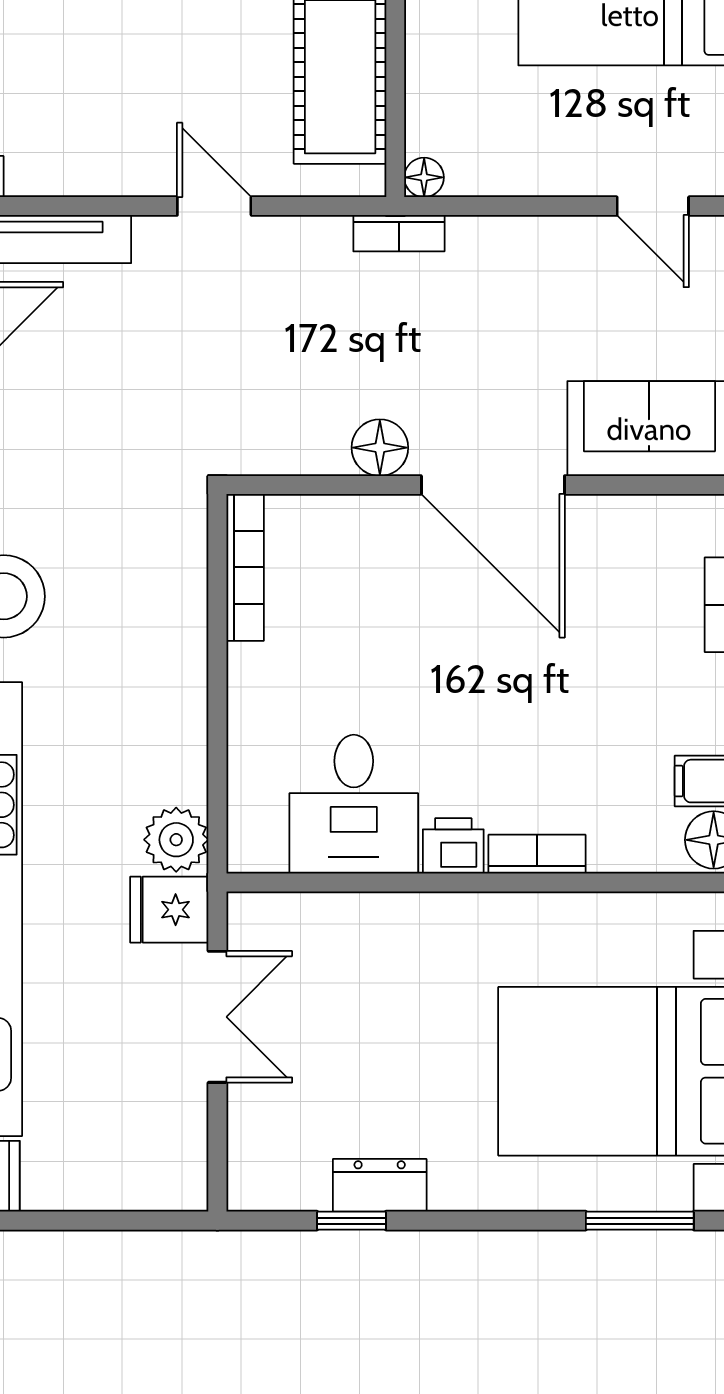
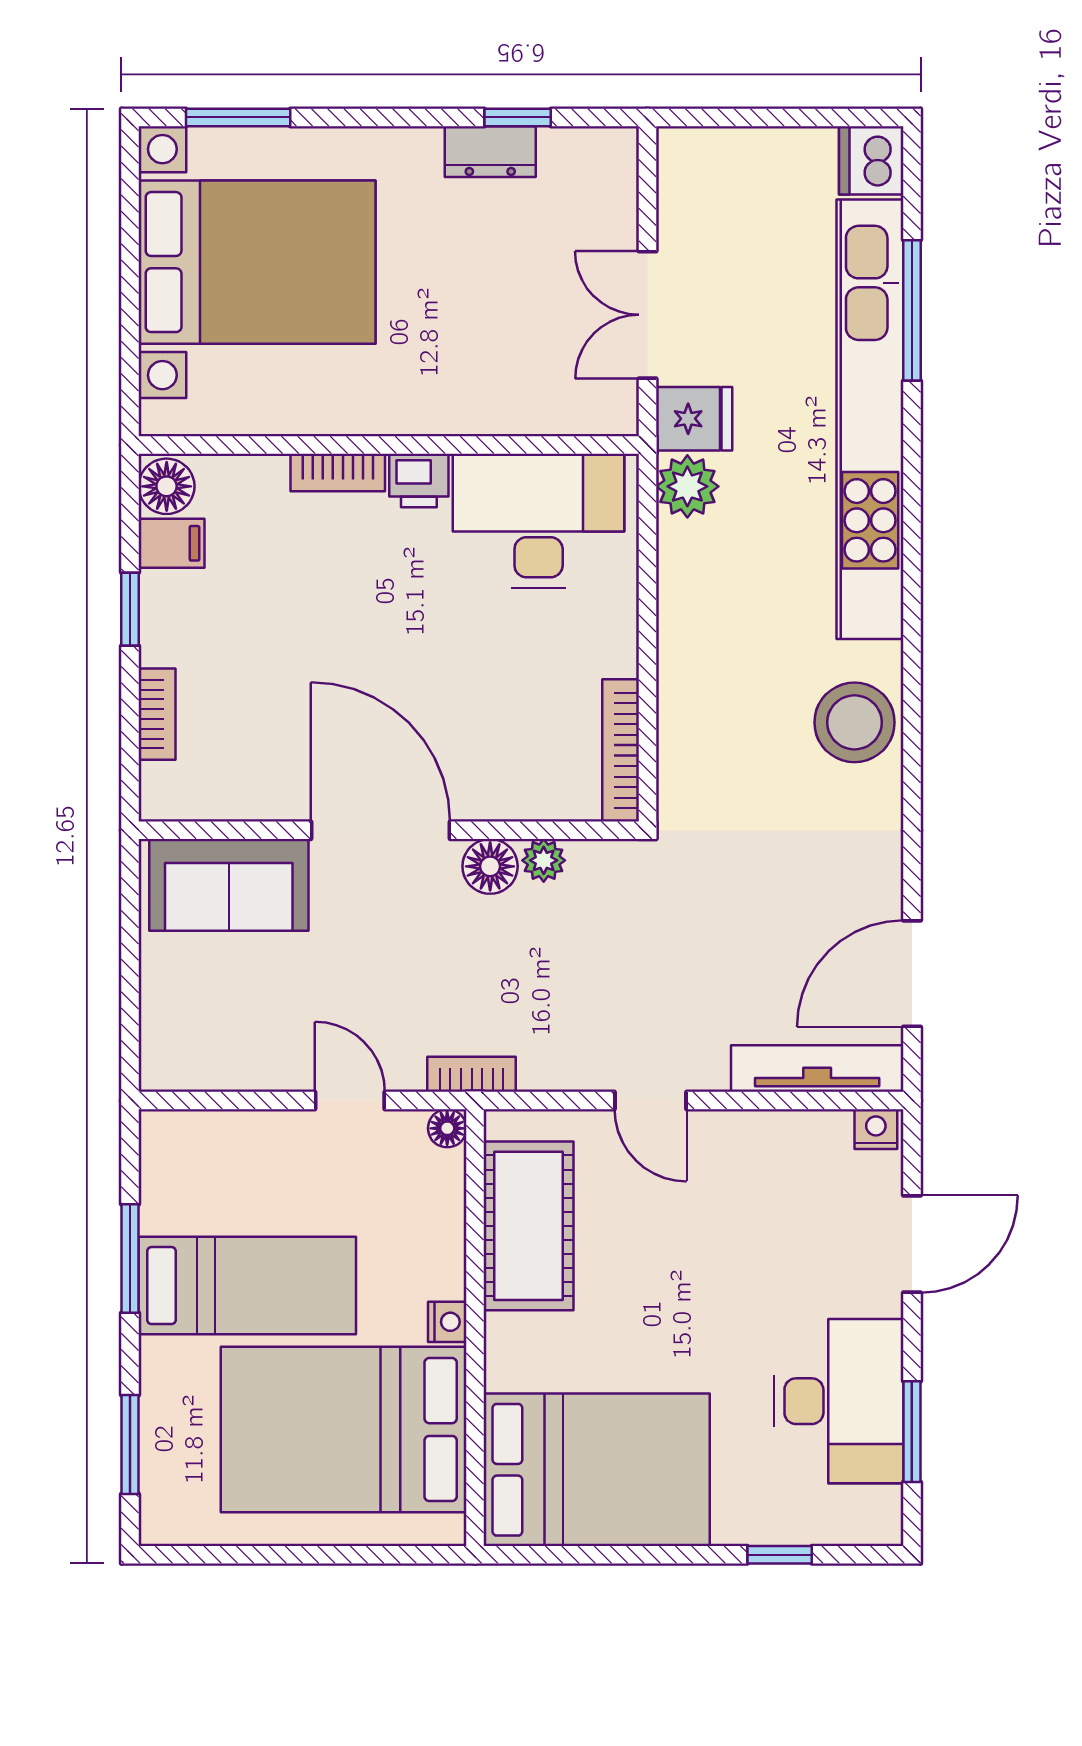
door: (653, 206) -> (350, 1100), moved
plant: (325, 454) -> (544, 860), added
desk: (354, 804) -> (539, 521), width x1.37

